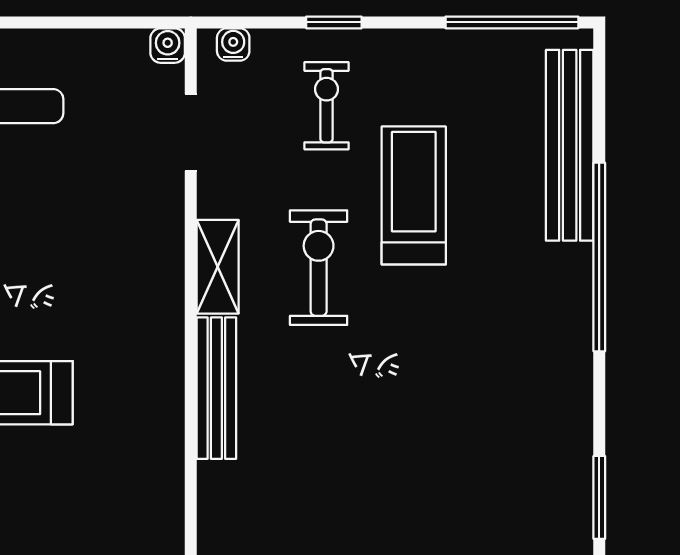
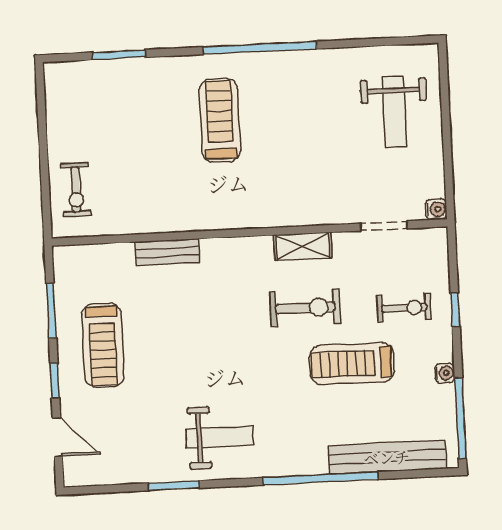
water cooler: (233, 44) -> (445, 373), moved
treadmill: (414, 195) -> (352, 364), turned 180
bench: (216, 388) -> (168, 252), moved, width x0.73
weight bench: (523, 418) -> (219, 437), added

